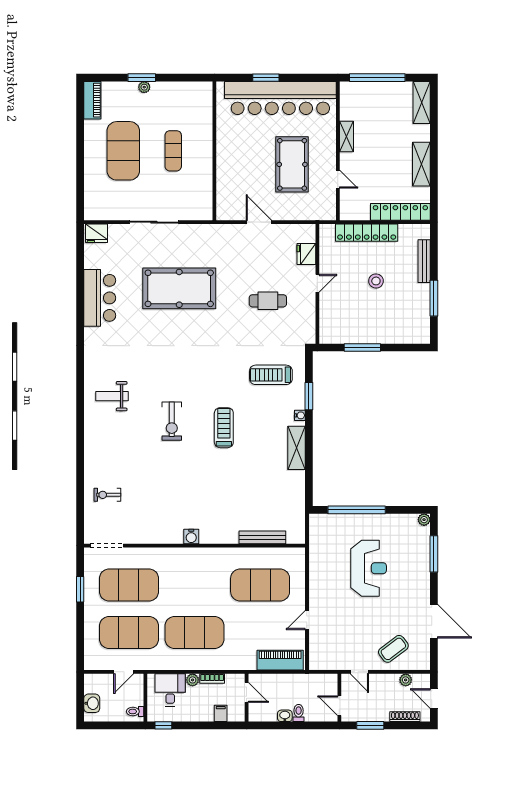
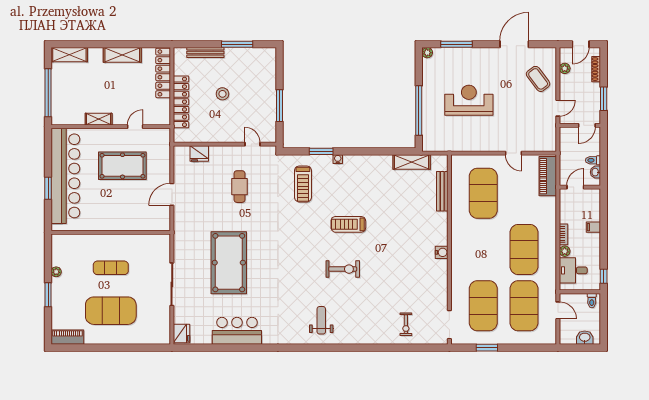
plant: (144, 87) -> (56, 272), moved
door: (317, 283) -> (253, 144), moved
weight bench: (112, 396) -> (321, 320), turned 180
shelving: (297, 448) -> (412, 162), moved
door: (247, 692) -> (575, 187), moved
wall: (247, 698) -> (580, 187), moved

